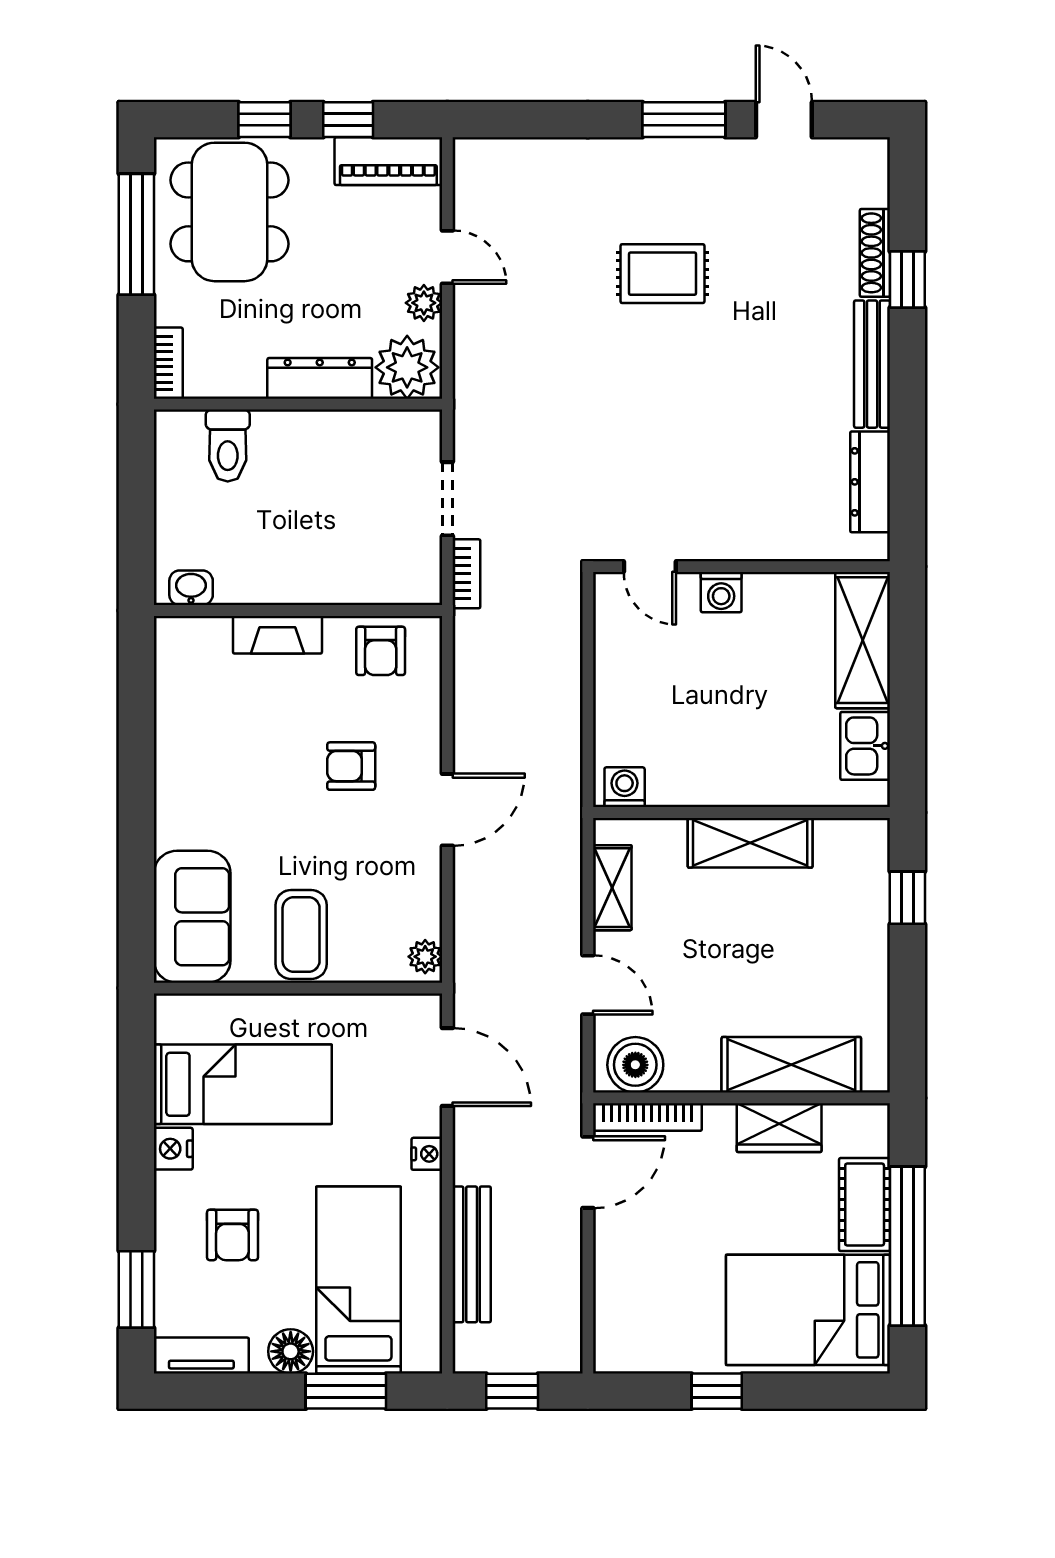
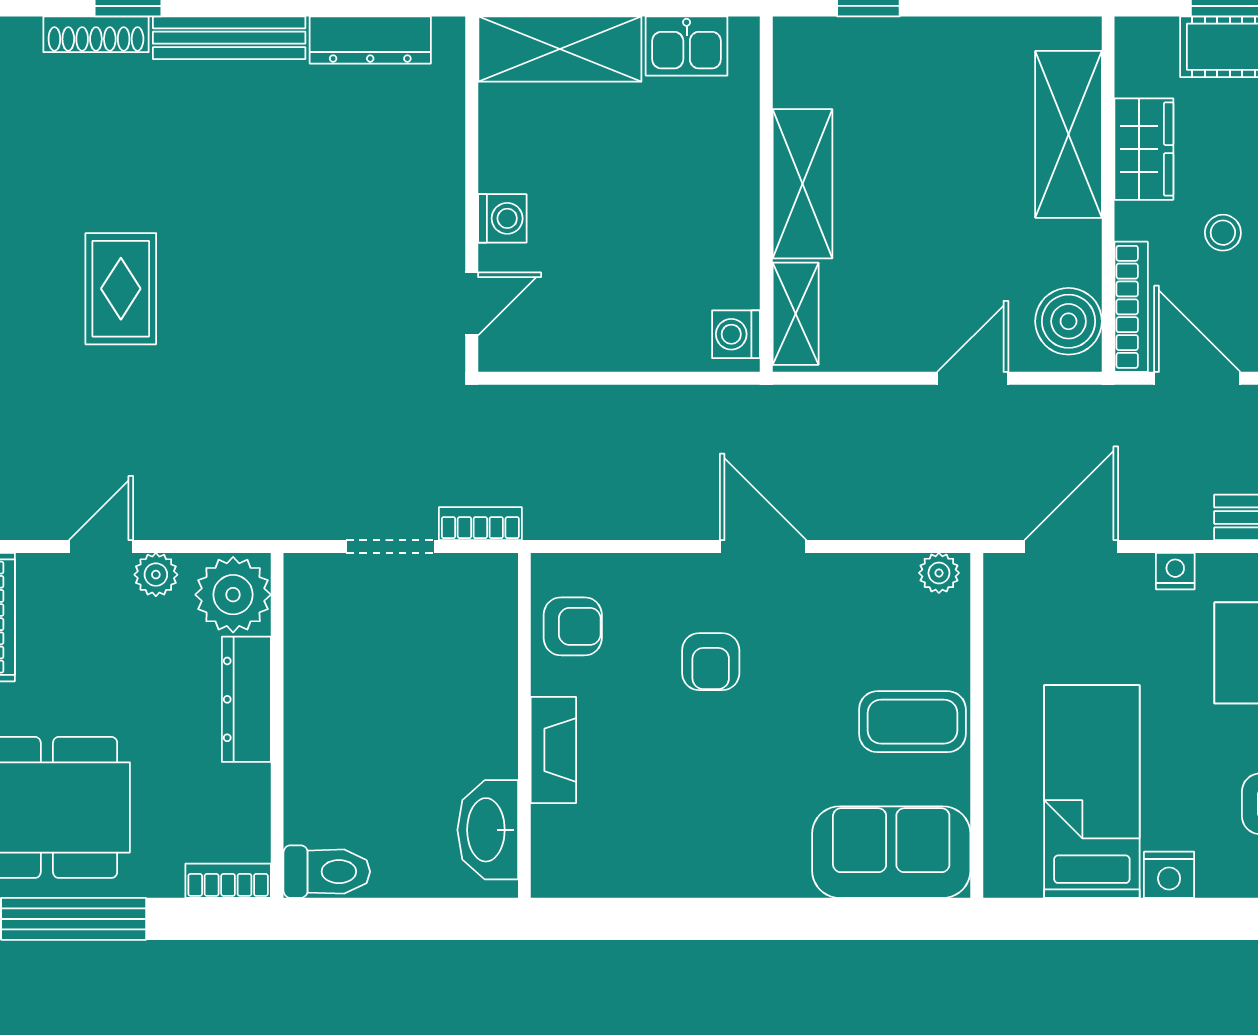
toilet: (228, 446) -> (327, 872), moved
washbasin: (191, 588) -> (488, 830), width x1.91, depth x1.45
shelving: (612, 888) -> (796, 314), moved, turned 90
stool: (709, 1194) -> (1223, 233), added

